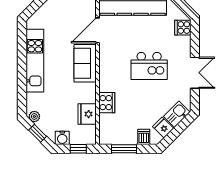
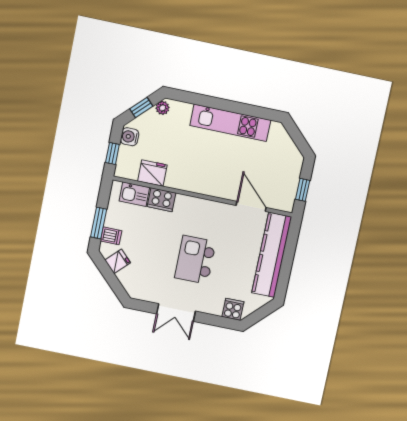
sofa: (85, 63) -> (215, 183), removed
kitchen sink: (177, 114) -> (134, 194), moved, turned 135
window: (124, 149) -> (99, 223), moved

